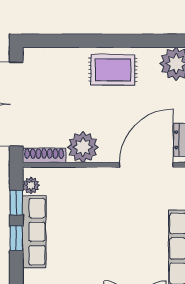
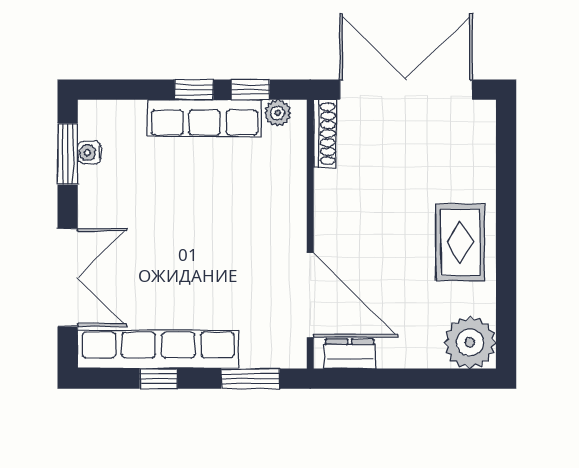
plant: (83, 147) -> (338, 195), removed

